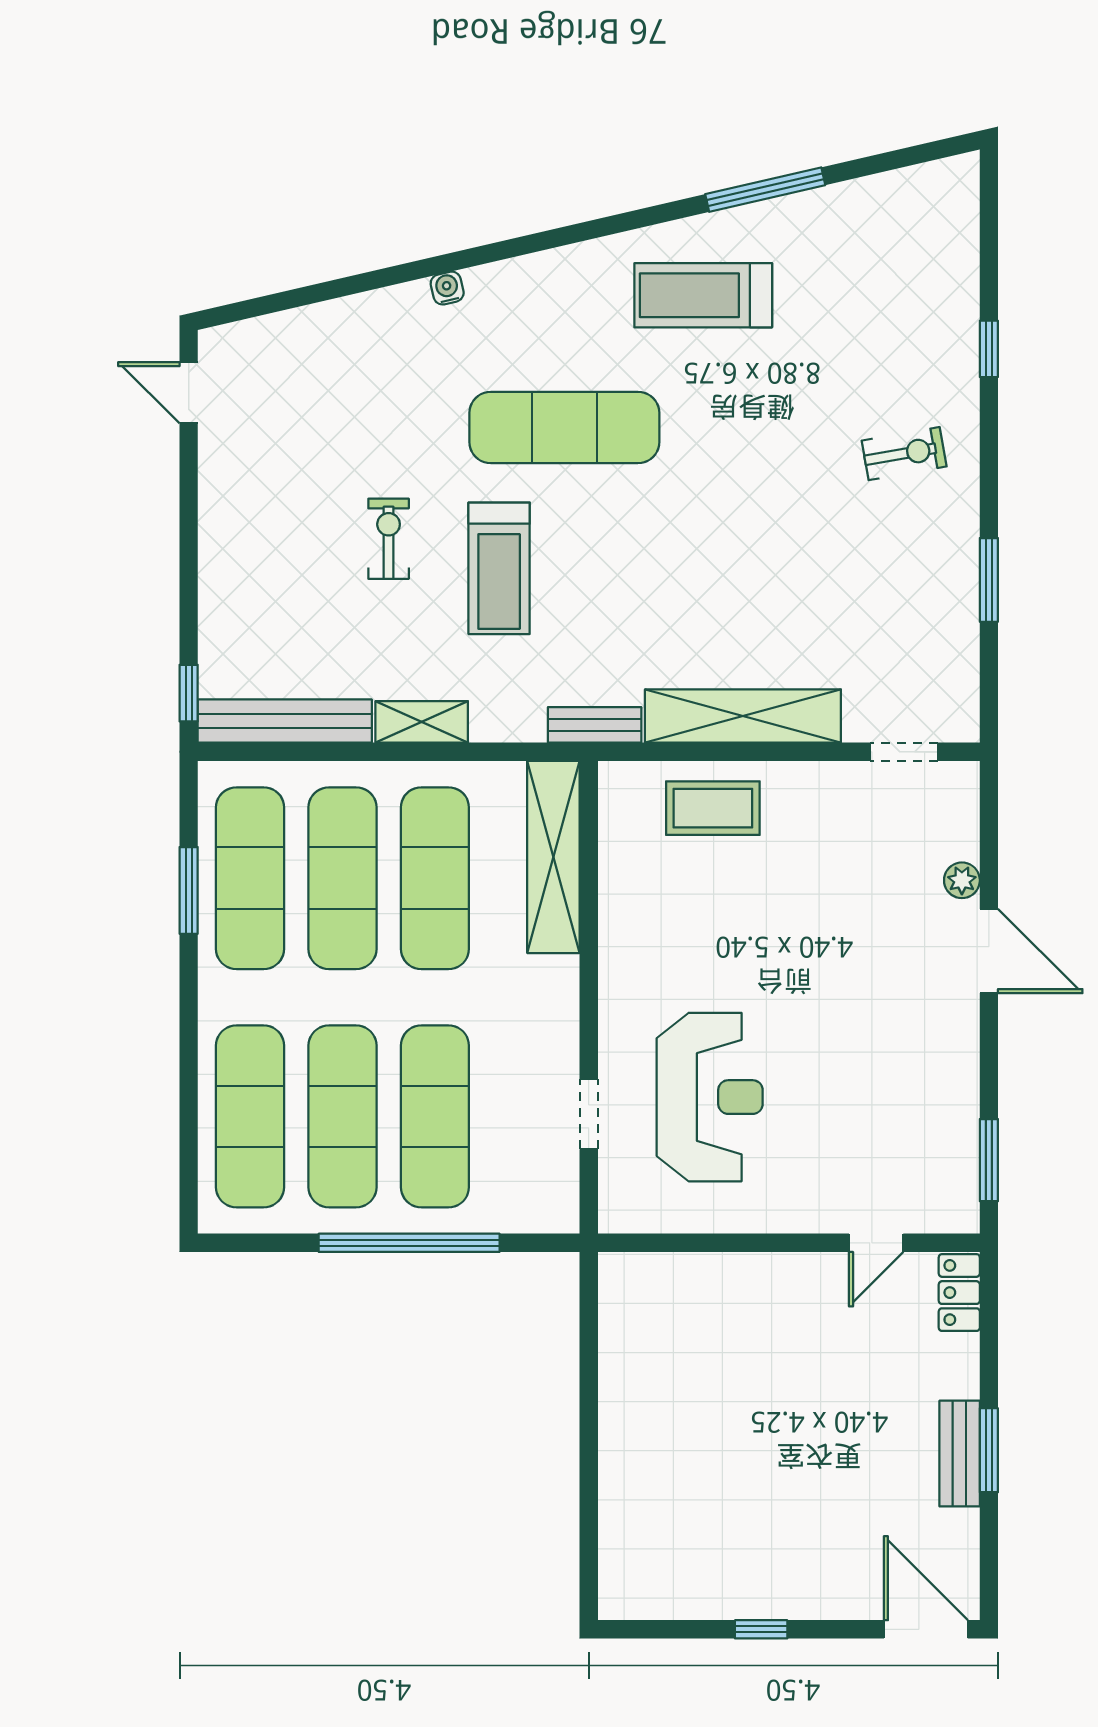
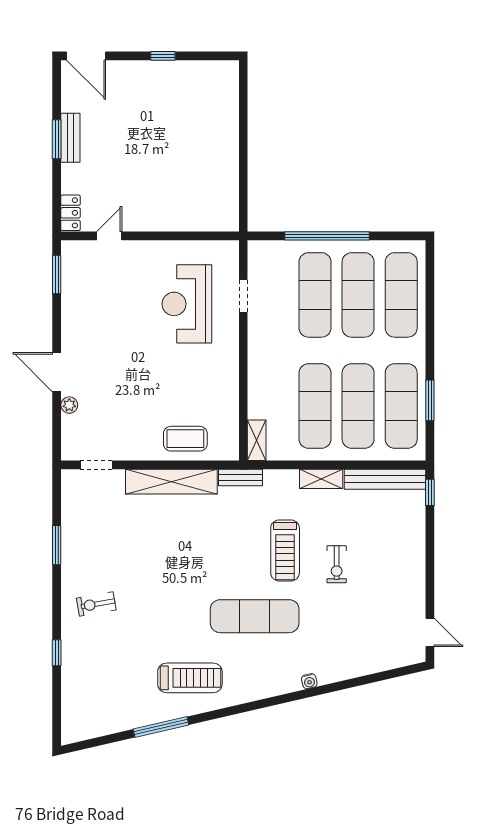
treadmill: (499, 568) -> (285, 550), turned 180
shelving: (553, 857) -> (257, 440), width x0.45, depth x0.75

